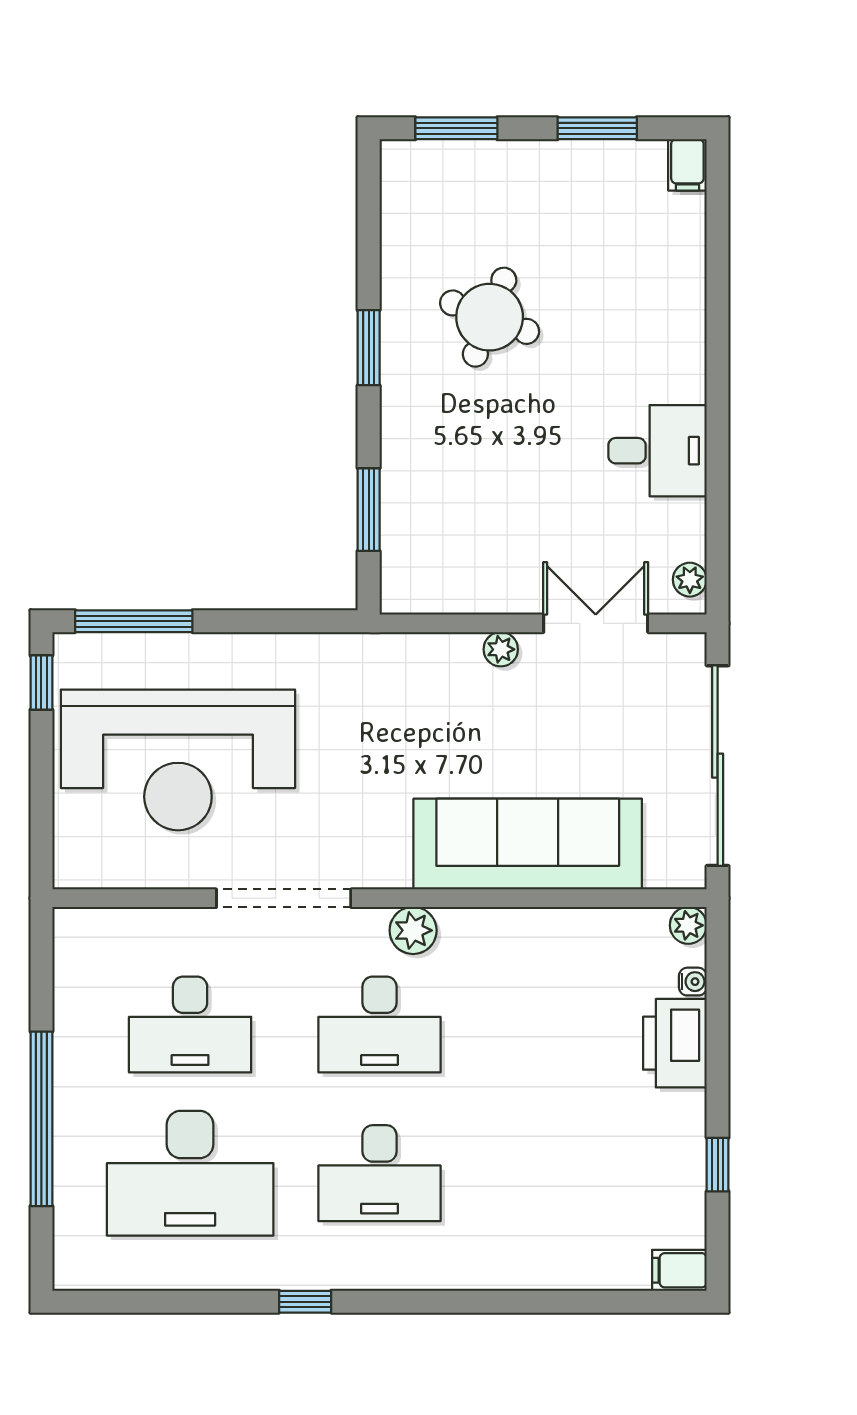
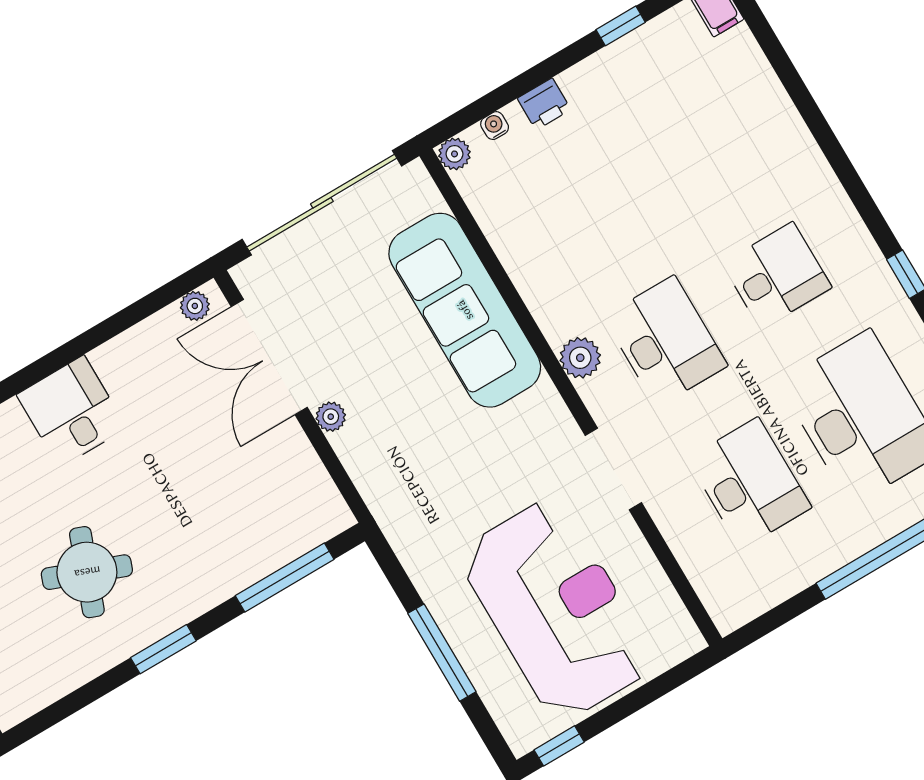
desk: (657, 451) -> (72, 411), moved
window: (369, 510) -> (285, 577), width x1.44
window: (134, 621) -> (442, 653), moved
double door: (596, 623) -> (269, 357), width x1.37
doorway: (284, 898) -> (613, 469), width x0.73
printer: (675, 1043) -> (544, 104), width x0.53, depth x0.68
desk: (380, 1173) -> (777, 275), width x0.73

